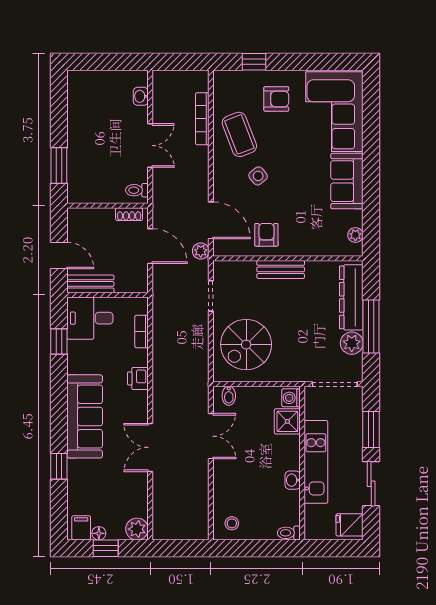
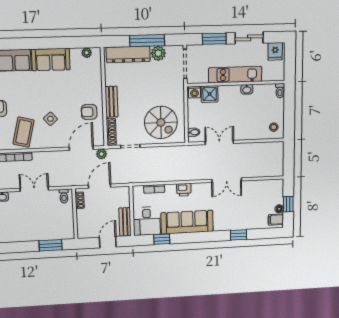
coffee table: (239, 134) -> (24, 132), turned -55
shoe rack: (235, 267) -> (111, 132), added
sofa: (85, 416) -> (187, 222), moved
plant: (137, 529) -> (277, 186), removed

